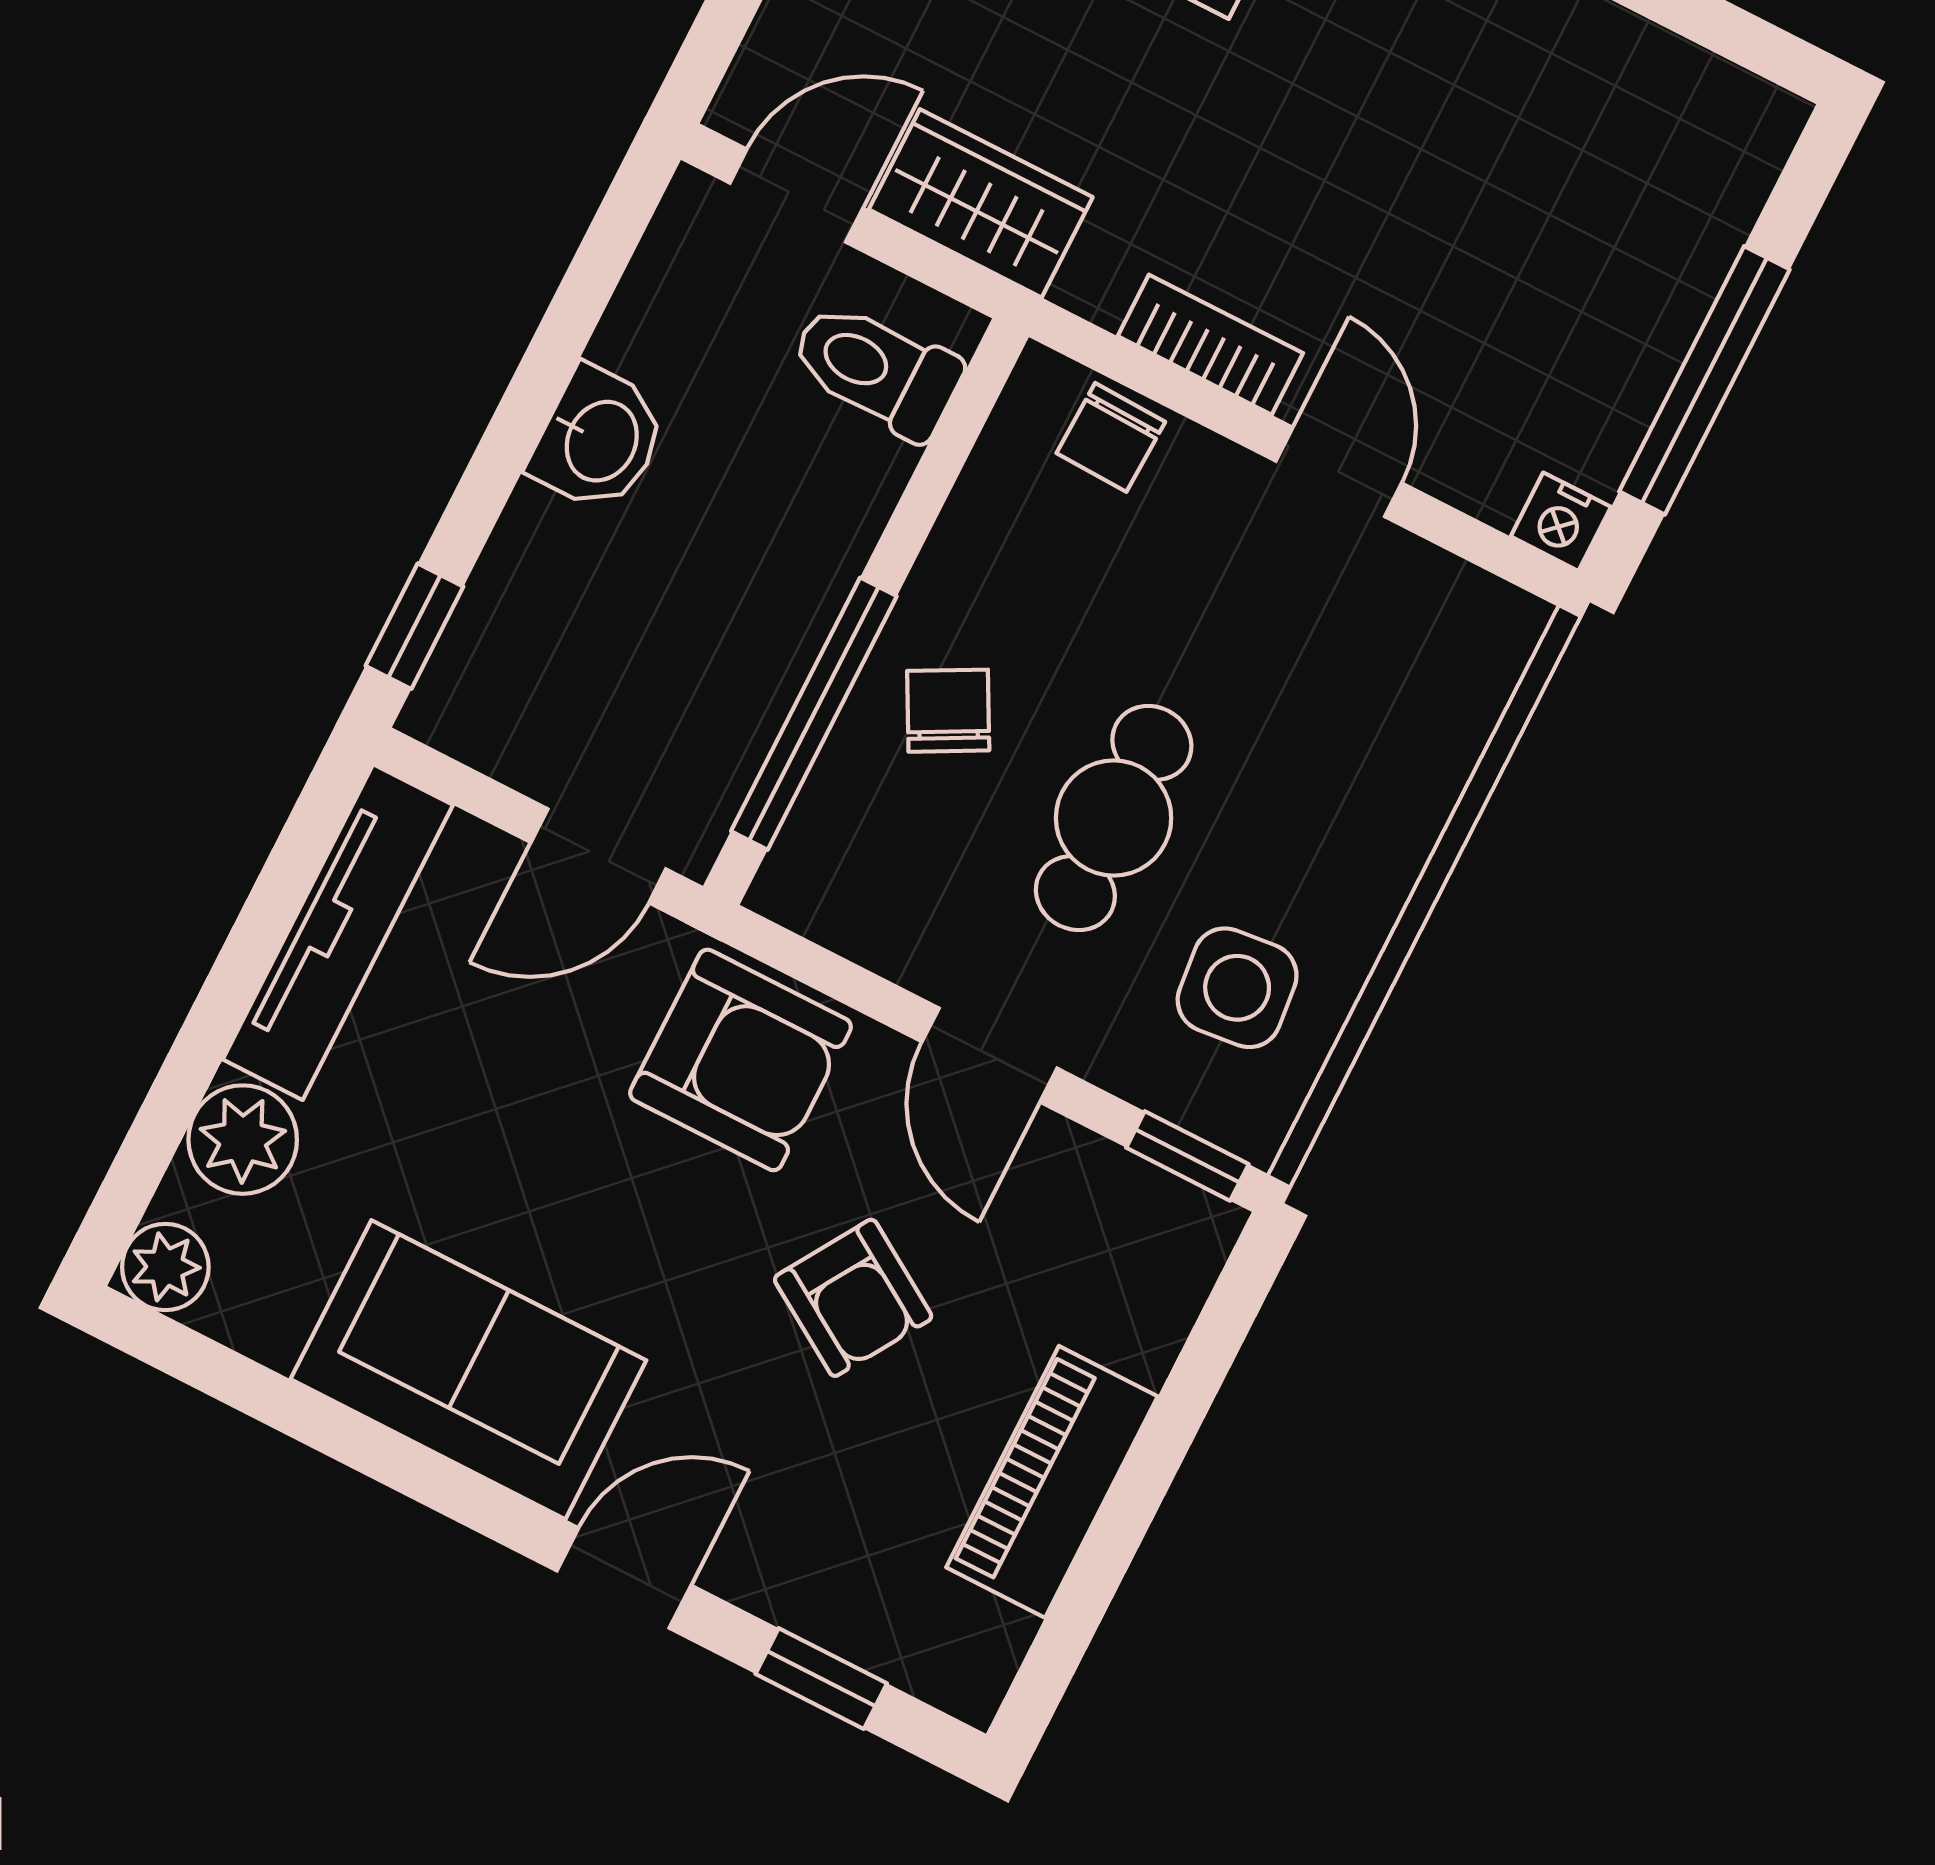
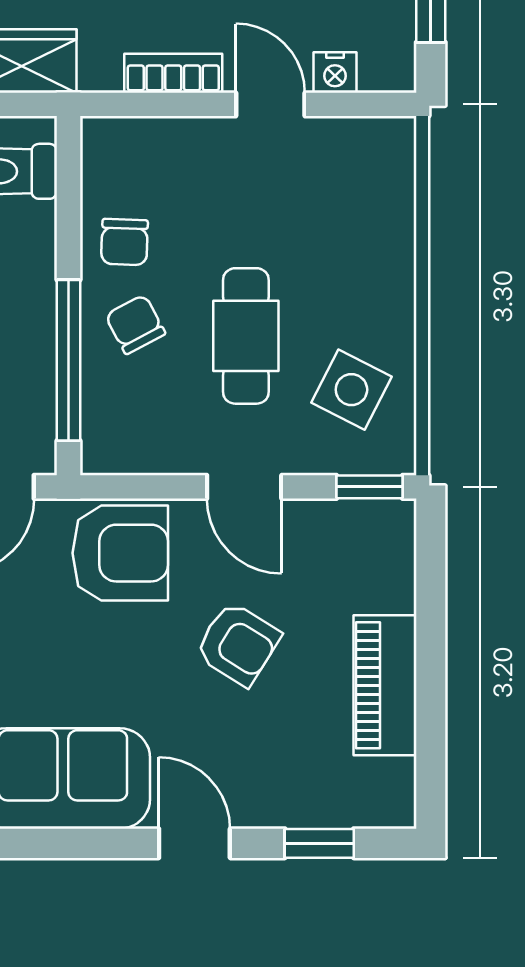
chair: (1111, 437) -> (124, 242), moved
nightstand: (1561, 522) -> (335, 73), moved
side table: (1237, 988) -> (351, 390), turned 33
door: (624, 1578) -> (194, 843), hinge flipped

